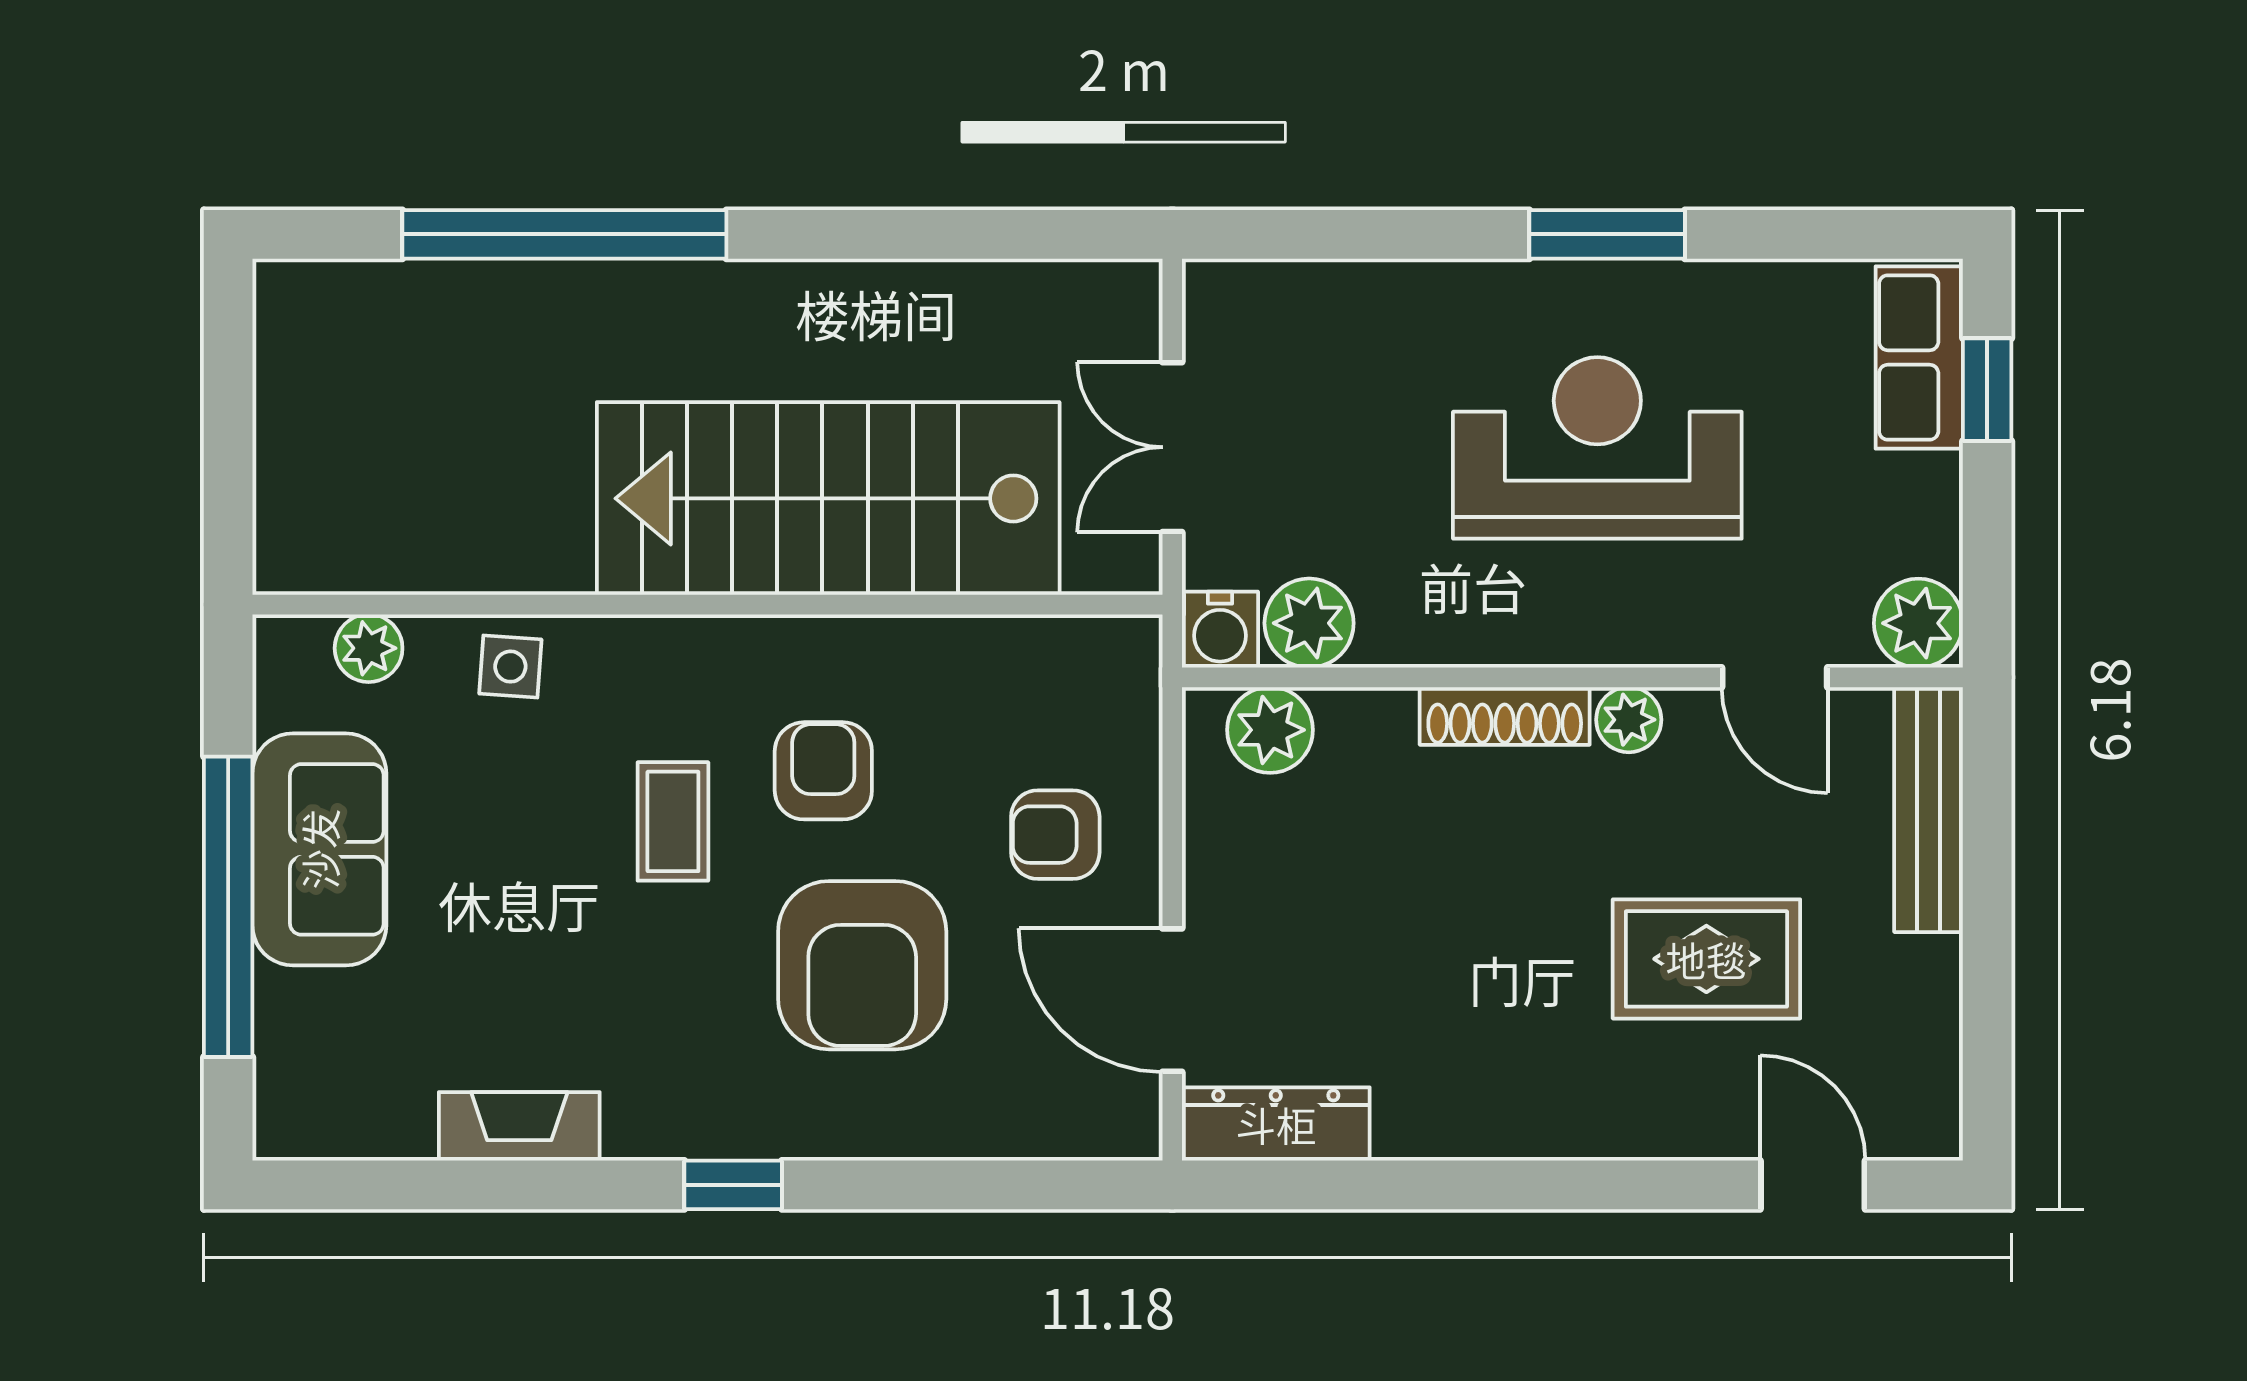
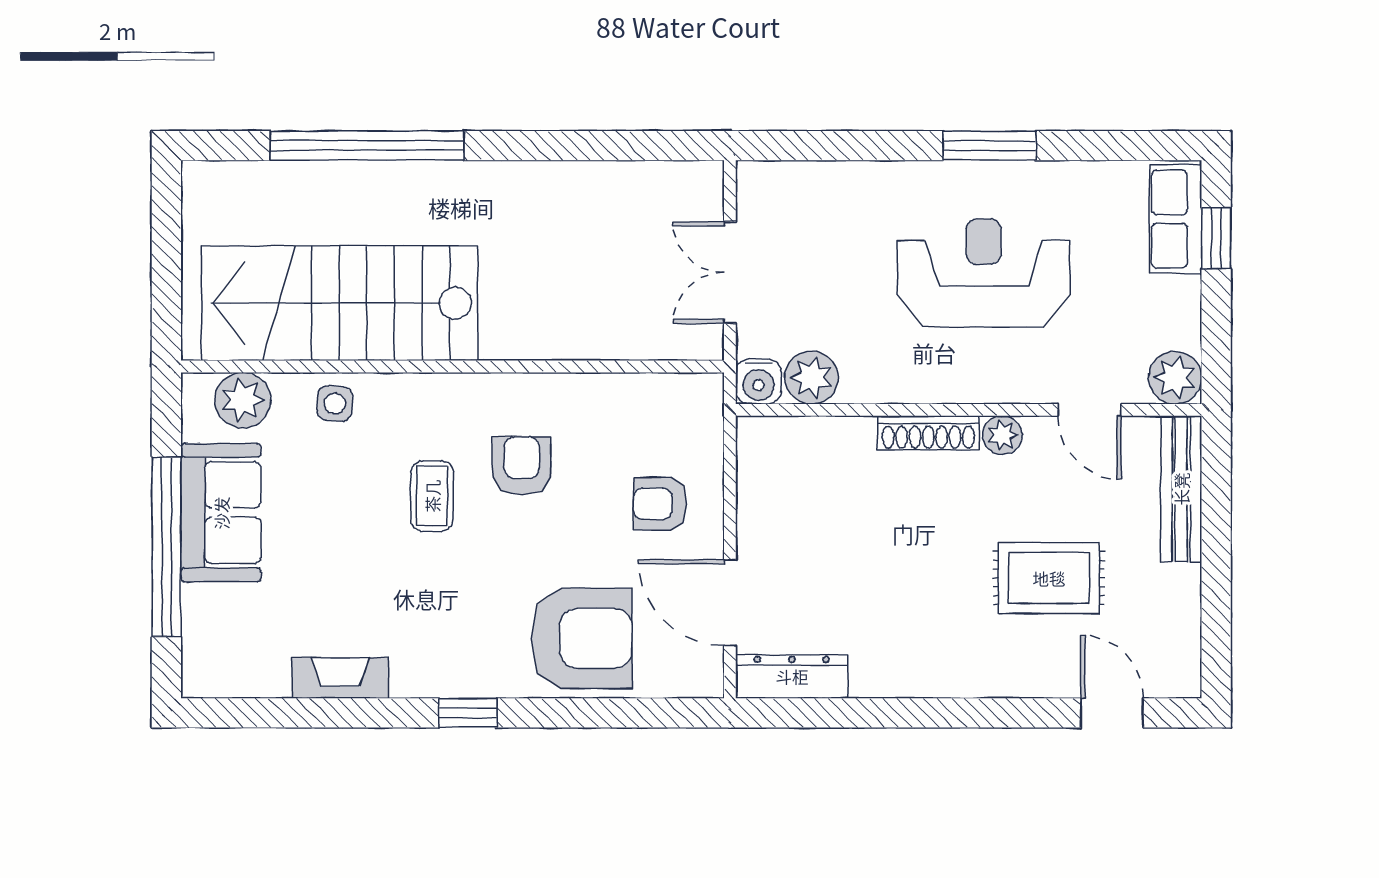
stairs: (828, 498) -> (339, 303), moved
plant: (369, 648) -> (243, 400), width x1.38, depth x1.38
plant: (1270, 730) -> (788, 441), removed
armchair: (862, 965) -> (582, 638), moved, turned -90

